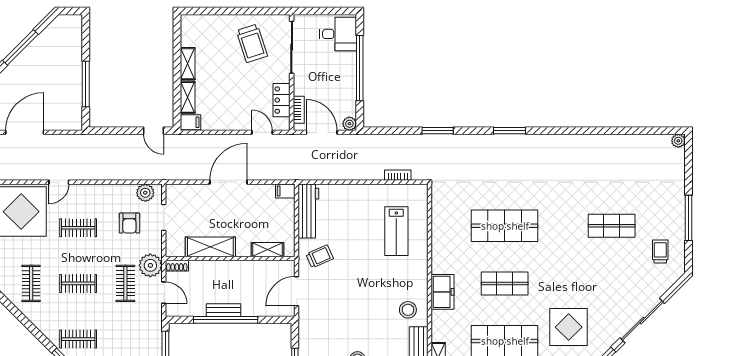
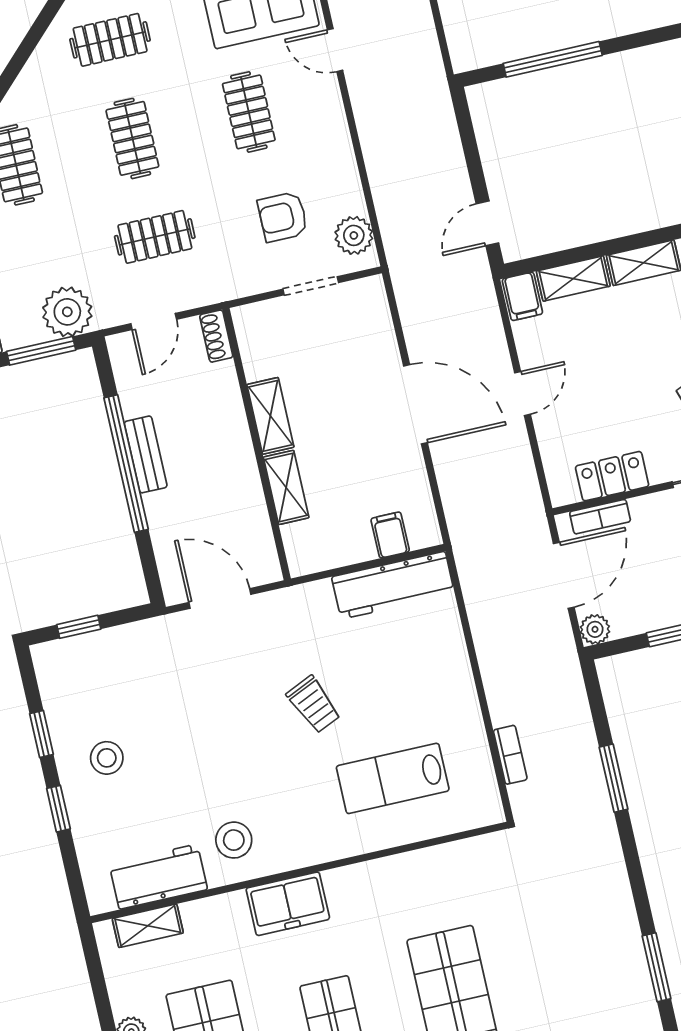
window: (438, 131) -> (614, 778), moved
door: (262, 132) -> (522, 394), moved
filing cabinet: (285, 191) -> (390, 535), moved
shelving: (210, 247) -> (270, 416), width x0.67, depth x0.75
shelving: (268, 250) -> (286, 487), moved
trolley: (320, 256) -> (314, 704), moved
plant: (150, 265) -> (67, 312), moved

